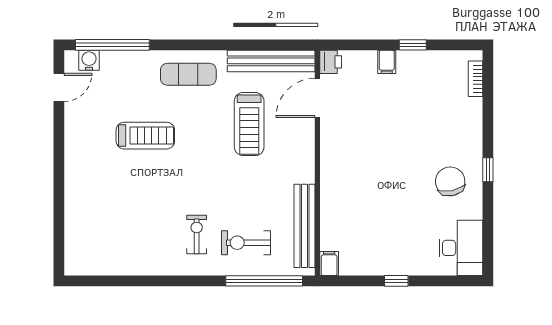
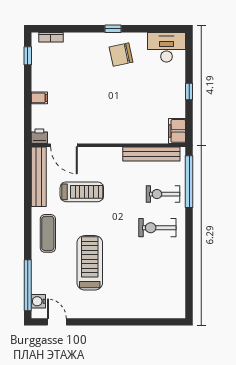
window: (413, 45) -> (28, 56), moved
treadmill: (145, 136) -> (90, 263), width x1.37, depth x1.38
exercise bike: (197, 234) -> (157, 228), width x1.38, depth x1.39
exercise bike: (246, 243) -> (163, 194), turned 90
filing cabinet: (329, 263) -> (177, 131), width x2.00

